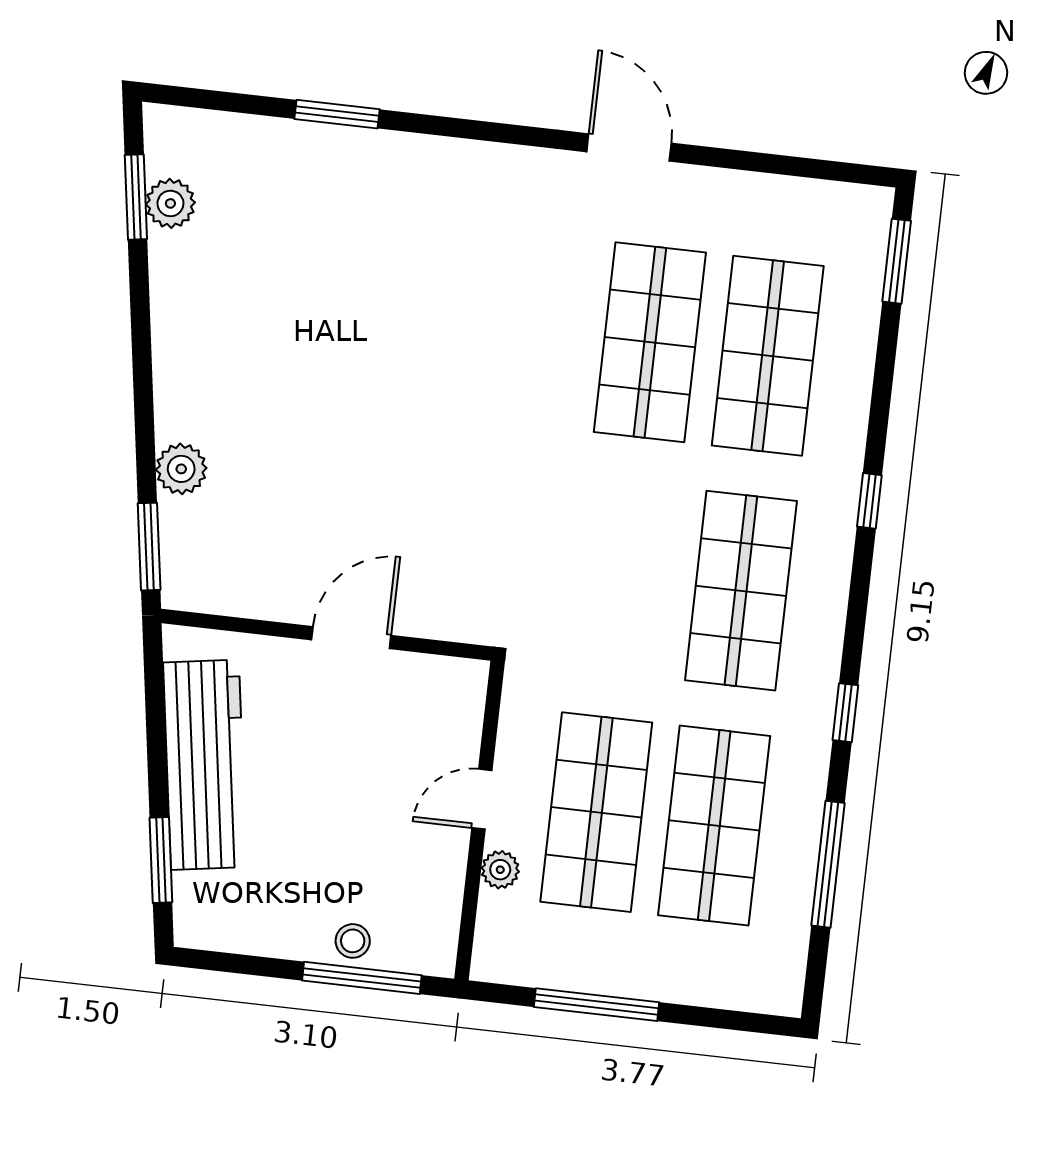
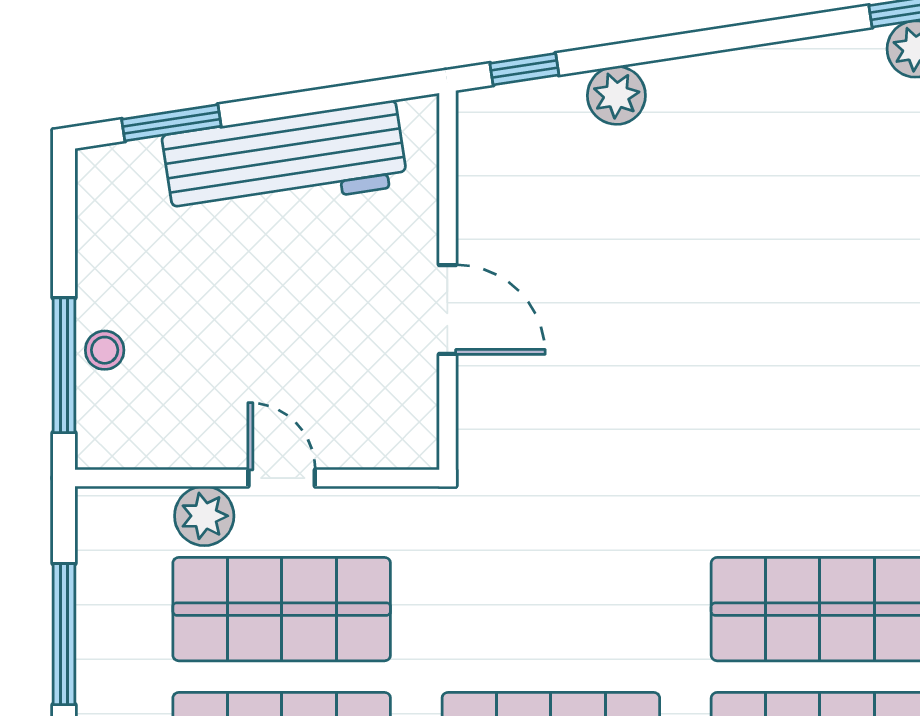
window: (149, 547) -> (524, 69), width x0.67
plant: (500, 870) -> (204, 516), width x1.38, depth x1.38

